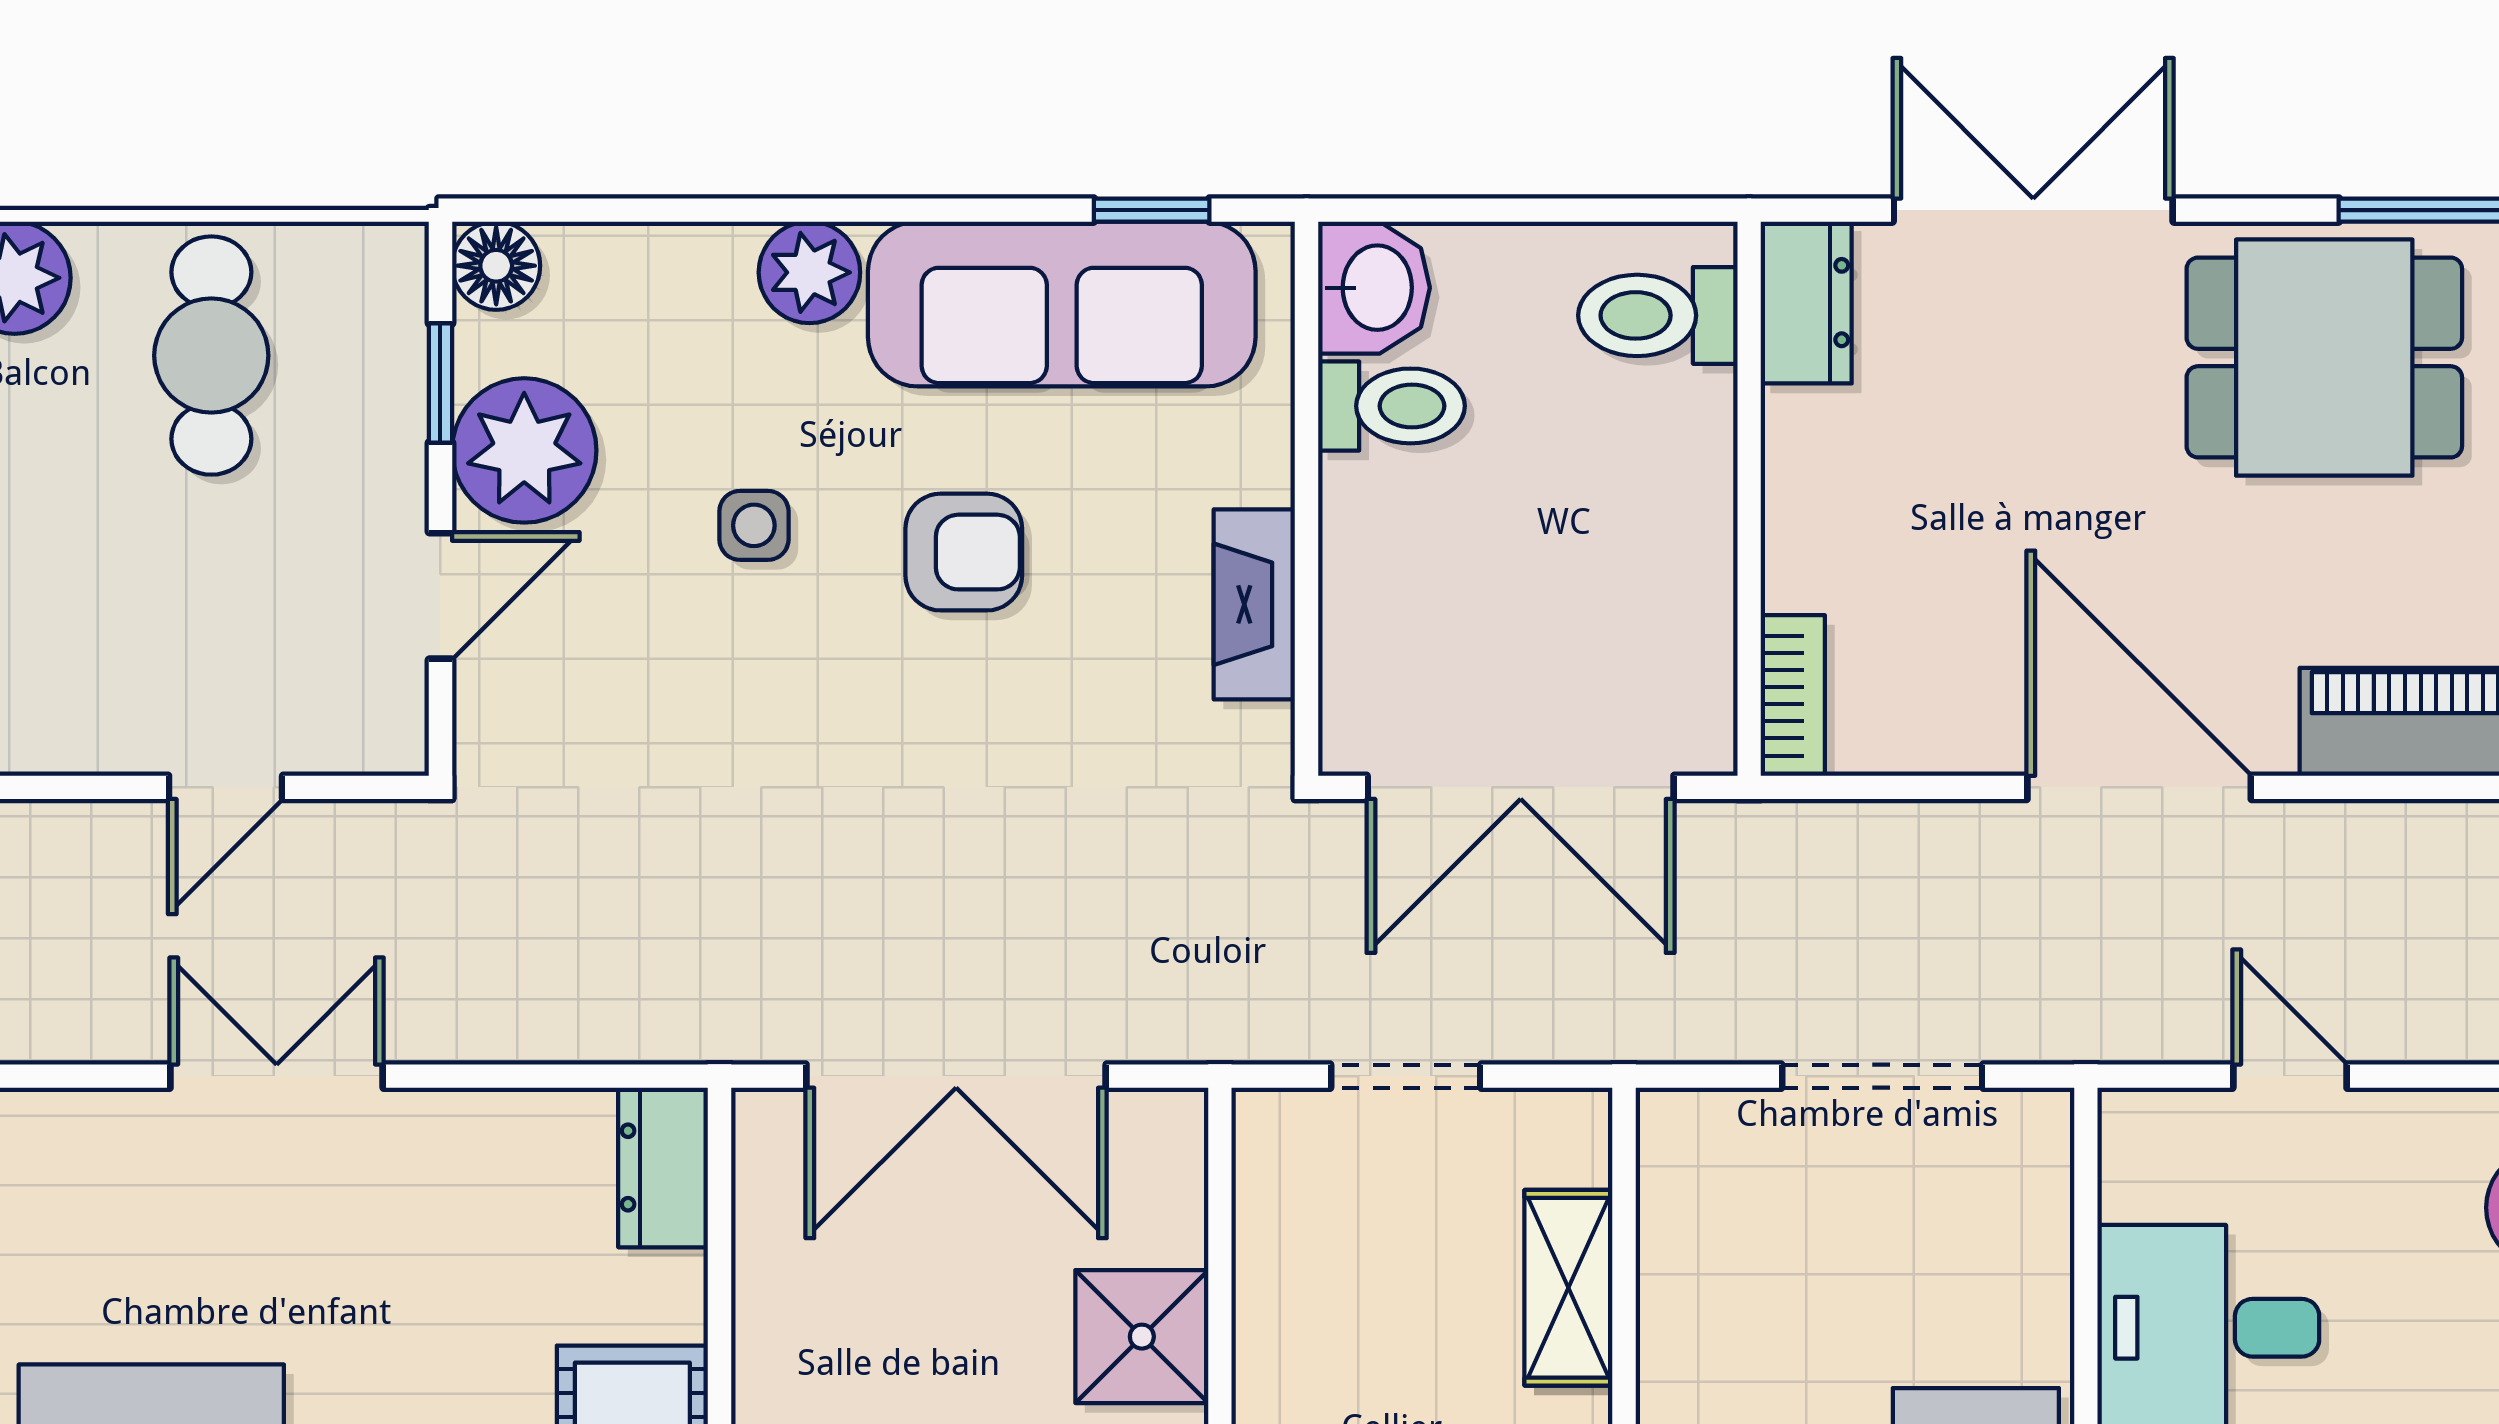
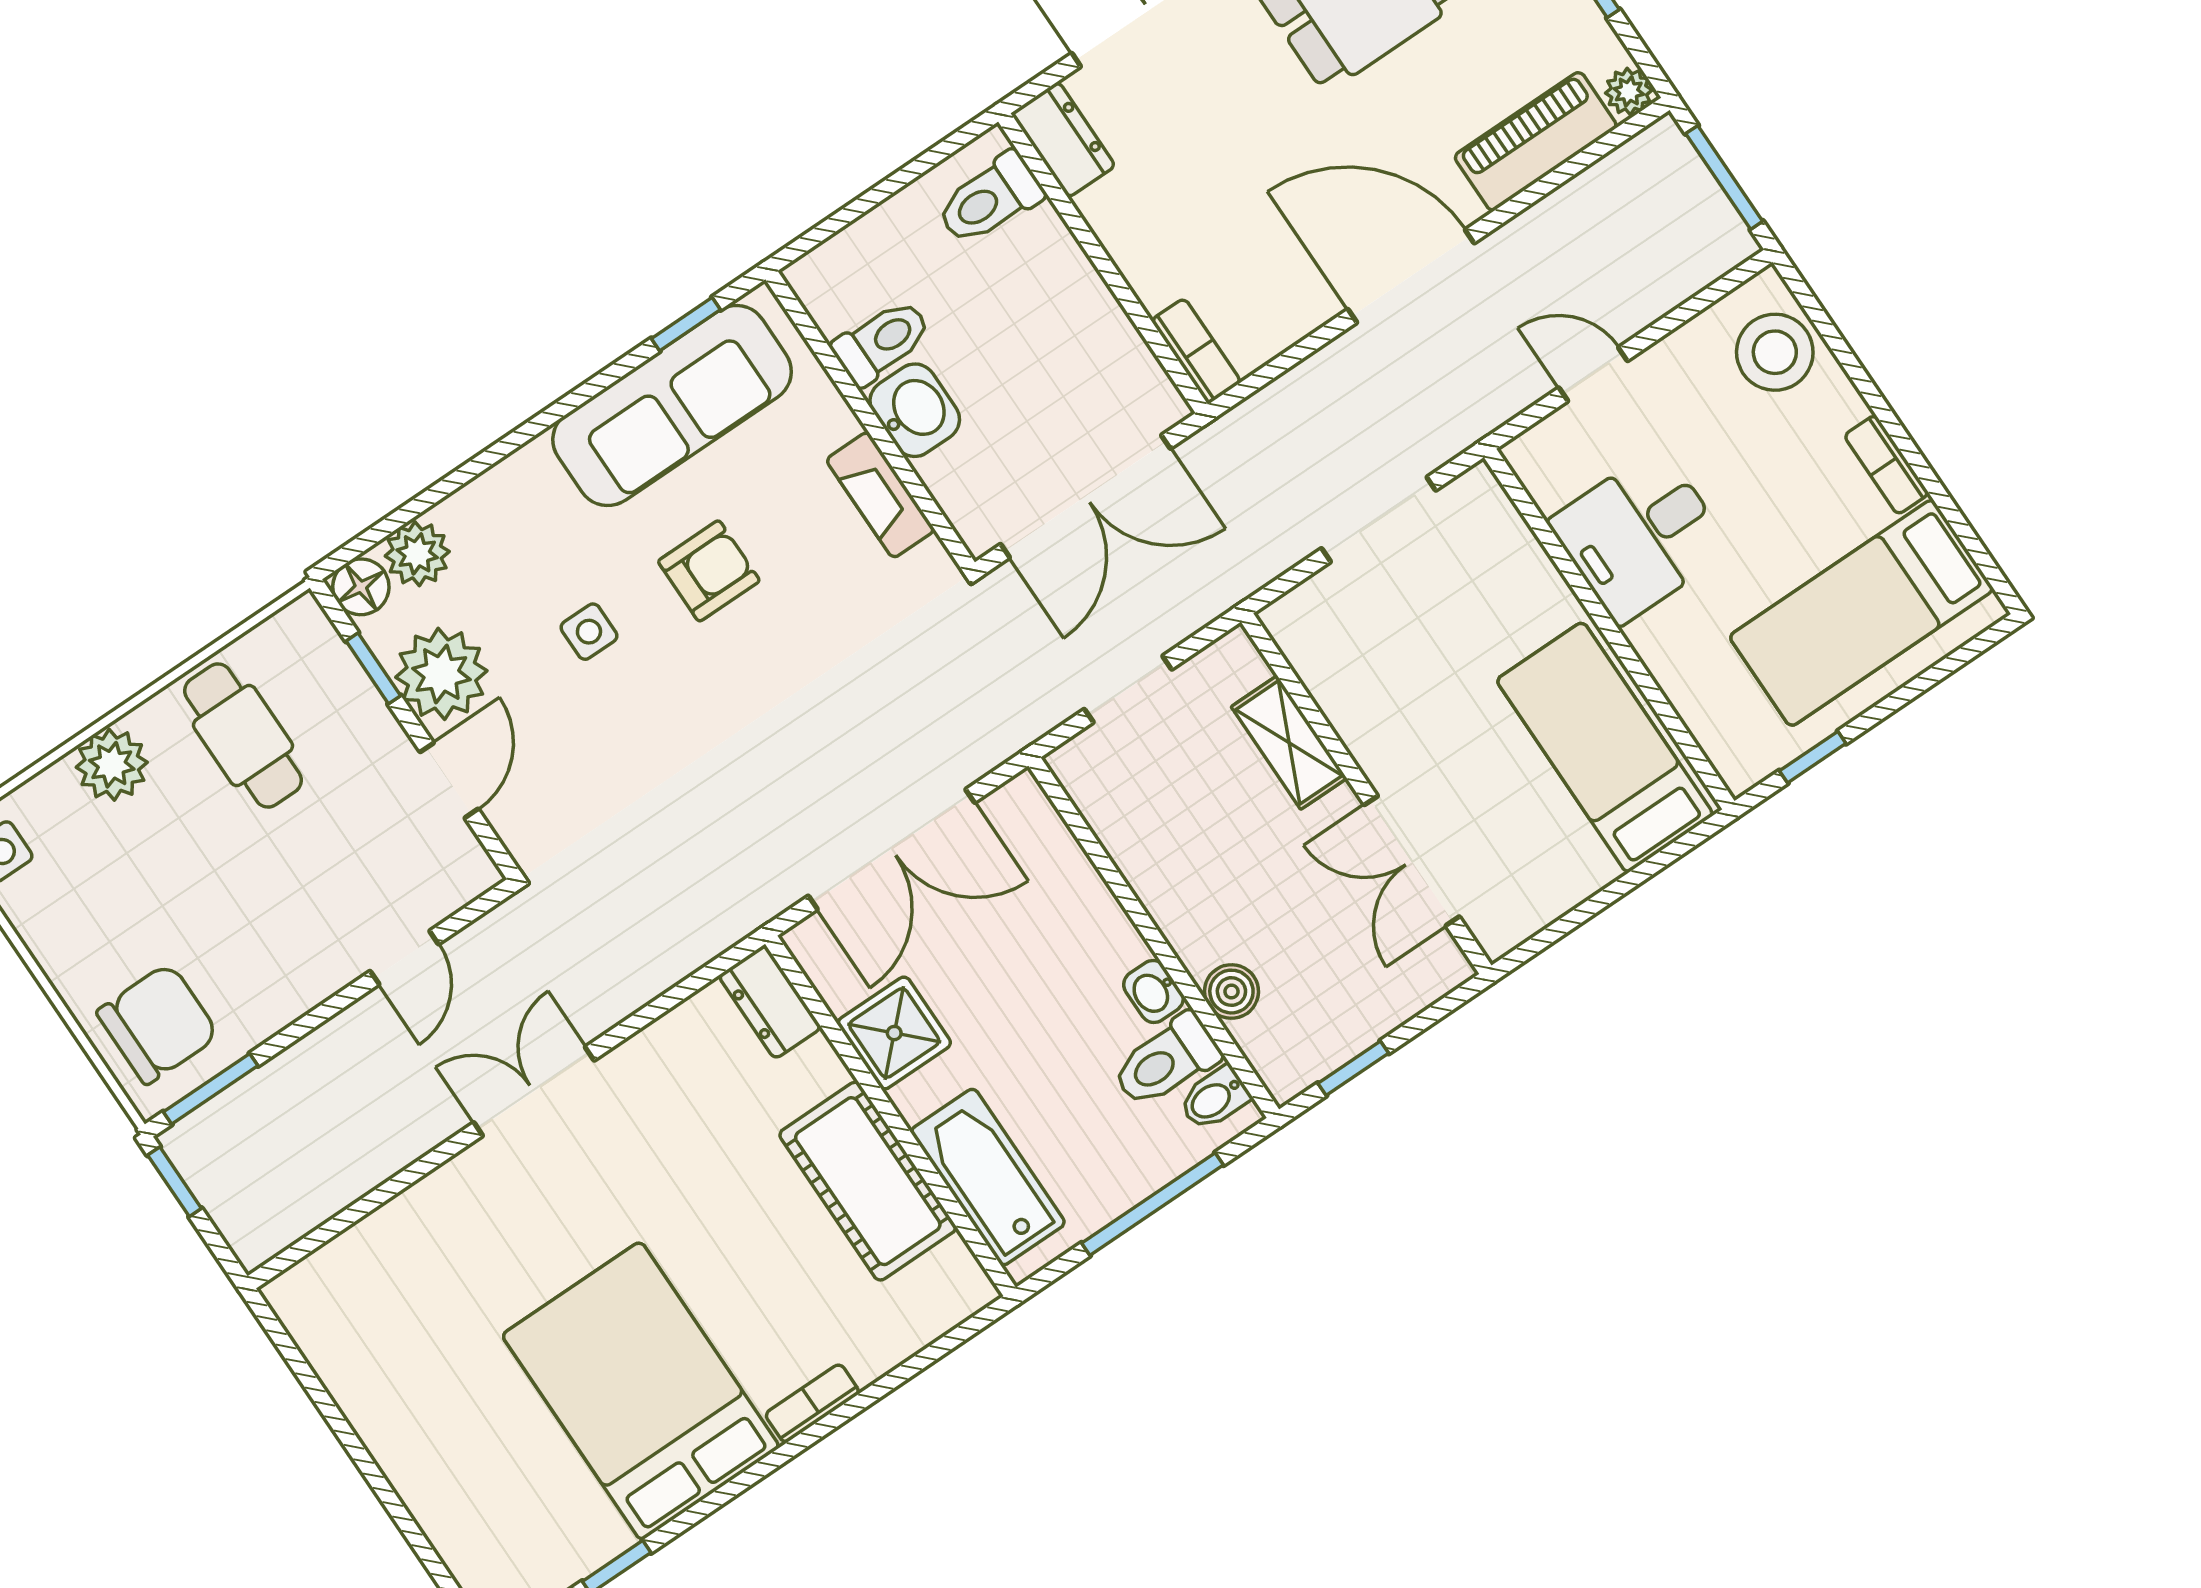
plant: (809, 272) -> (417, 554), moved
washbasin: (1374, 288) -> (915, 410), moved
shower: (1142, 1337) -> (894, 1033), moved

